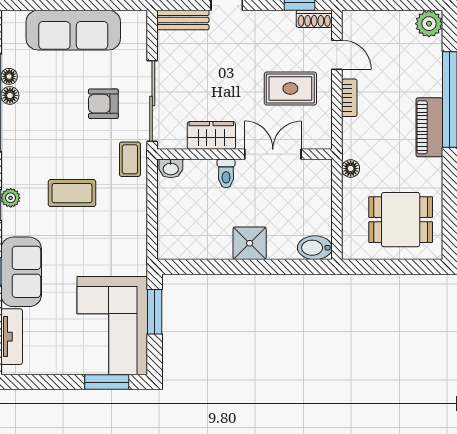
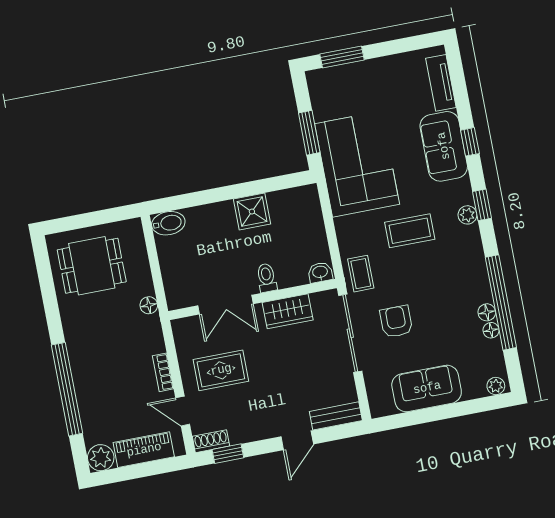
plant: (15, 19) -> (496, 386), added
sofa: (73, 30) -> (427, 388), width x0.73
armchair: (103, 104) -> (396, 322), turned -90
piano: (429, 127) -> (144, 450), moved, turned -90
shower: (250, 243) -> (252, 212), moved
corner sofa: (112, 326) -> (357, 164), moved

